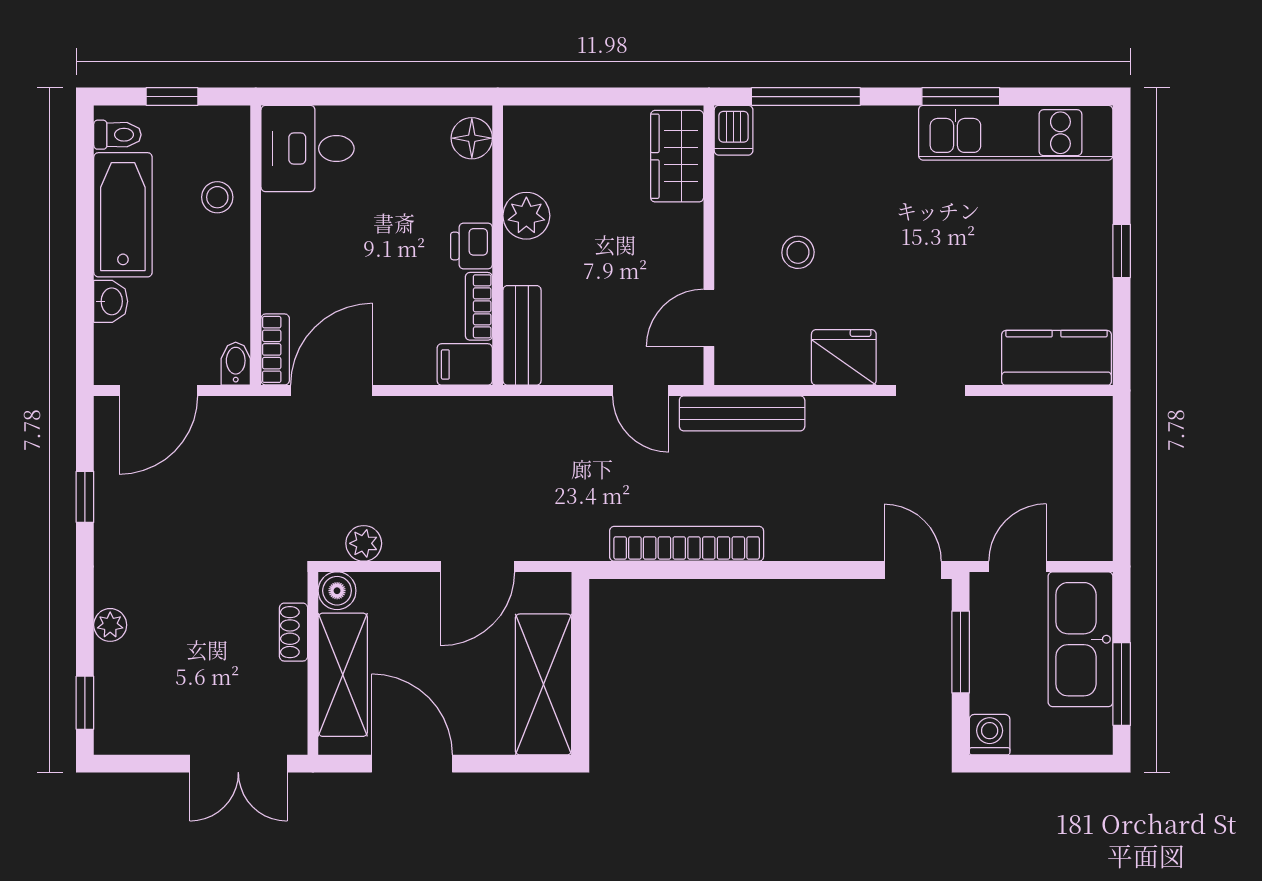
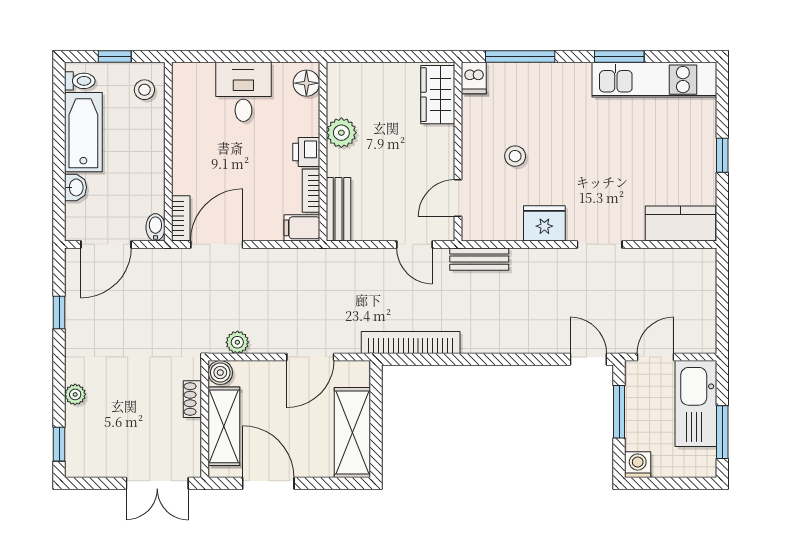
desk: (307, 149) -> (243, 92), moved, turned 90
stool: (217, 197) -> (144, 90), moved
bench: (742, 413) -> (479, 259), width x0.73
bookcase: (687, 544) -> (411, 343), moved

